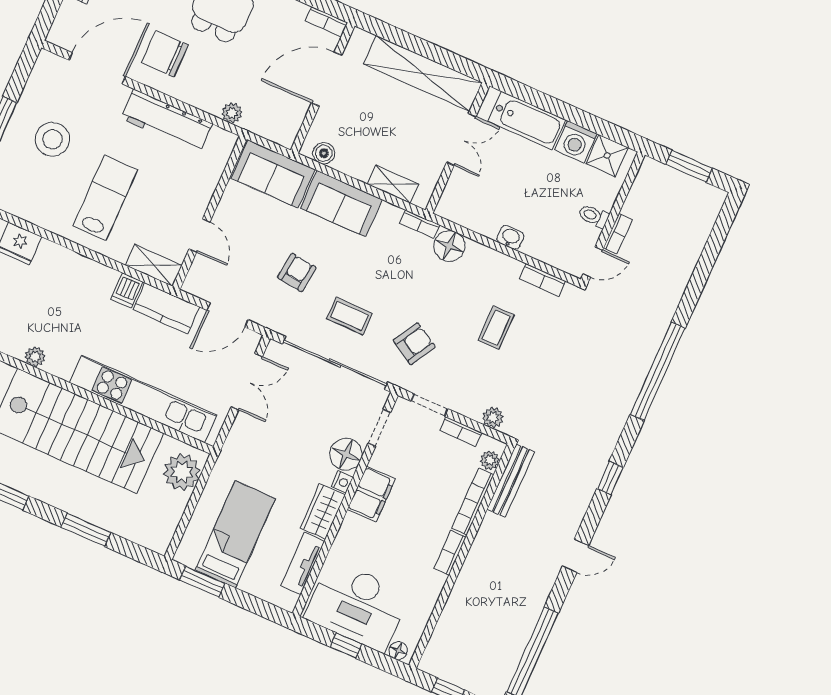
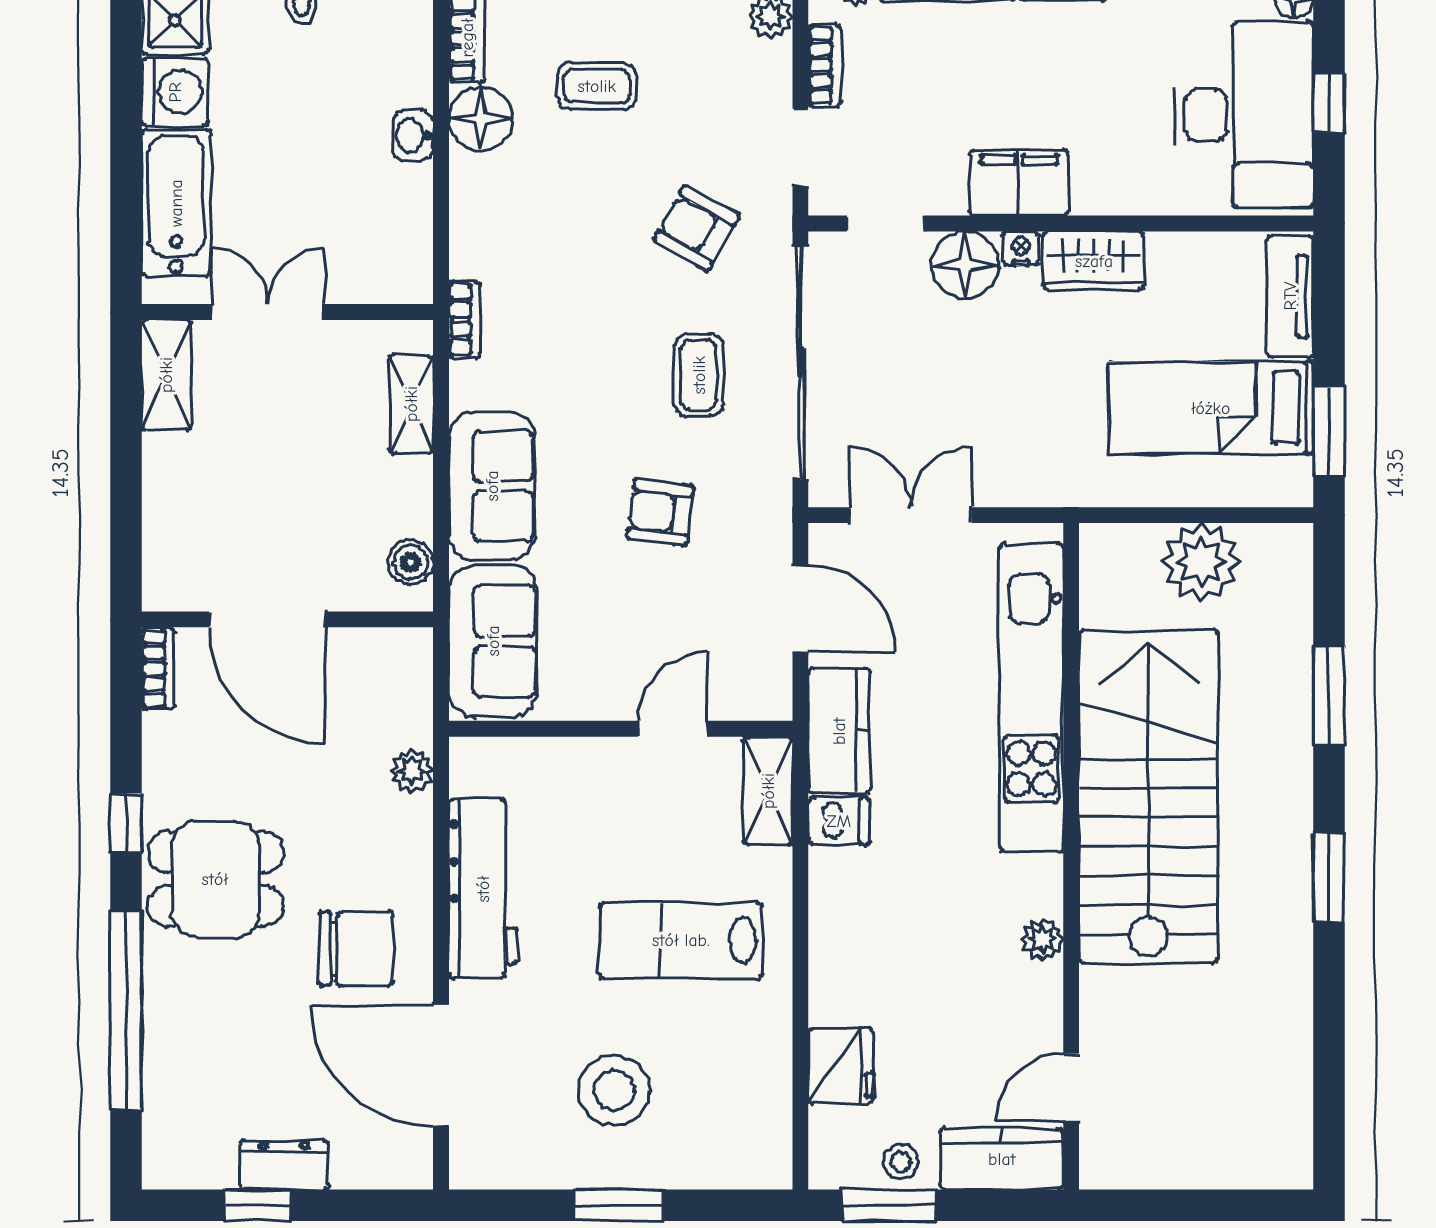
chair: (165, 54) -> (356, 949), turned -90
shelving: (423, 73) -> (166, 375), width x0.45, depth x0.75
floor lamp: (449, 246) -> (481, 119), moved
plant: (182, 472) -> (1201, 562), moved
tv unit: (303, 563) -> (1290, 296), moved, turned 90

